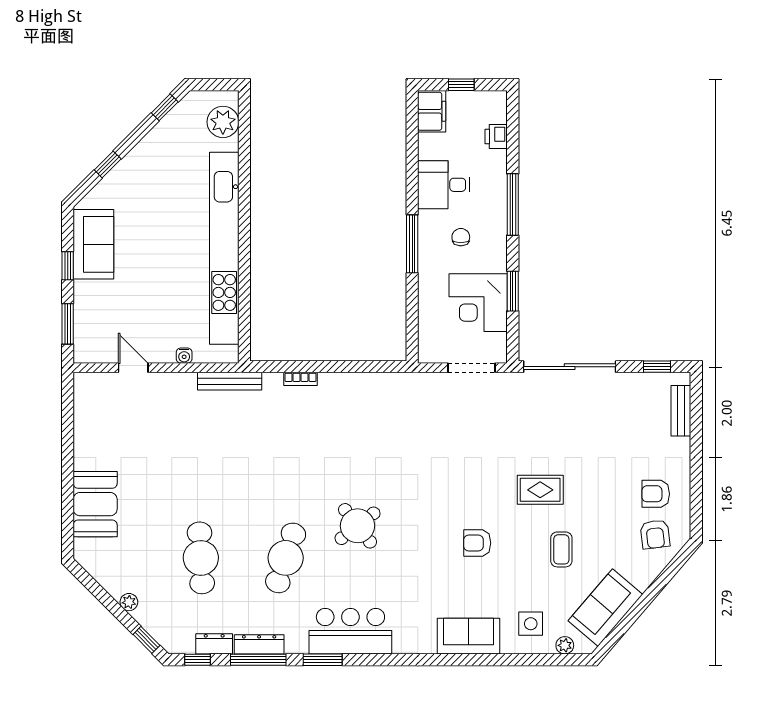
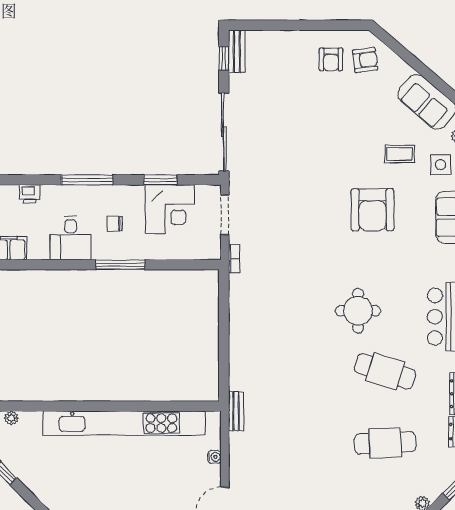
plant: (223, 122) -> (11, 418), width x0.53, depth x0.53
bookcase: (301, 379) -> (234, 259), moved
bench: (230, 381) -> (236, 411), width x0.73
bench: (681, 411) -> (237, 51), moved, turned 90
rug: (540, 490) -> (328, 157), removed
round table: (358, 526) -> (358, 311), turned 38
armchair: (477, 543) -> (372, 210), width x1.88, depth x1.88
coffee table: (561, 549) -> (400, 154), moved

